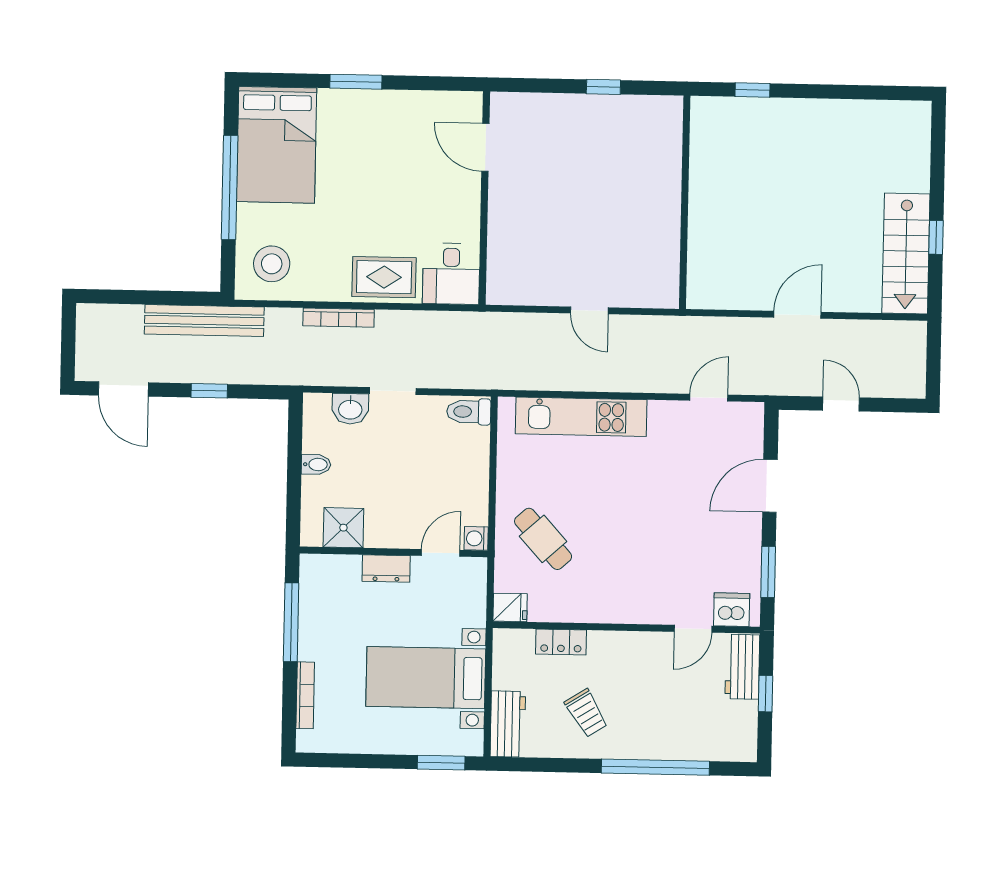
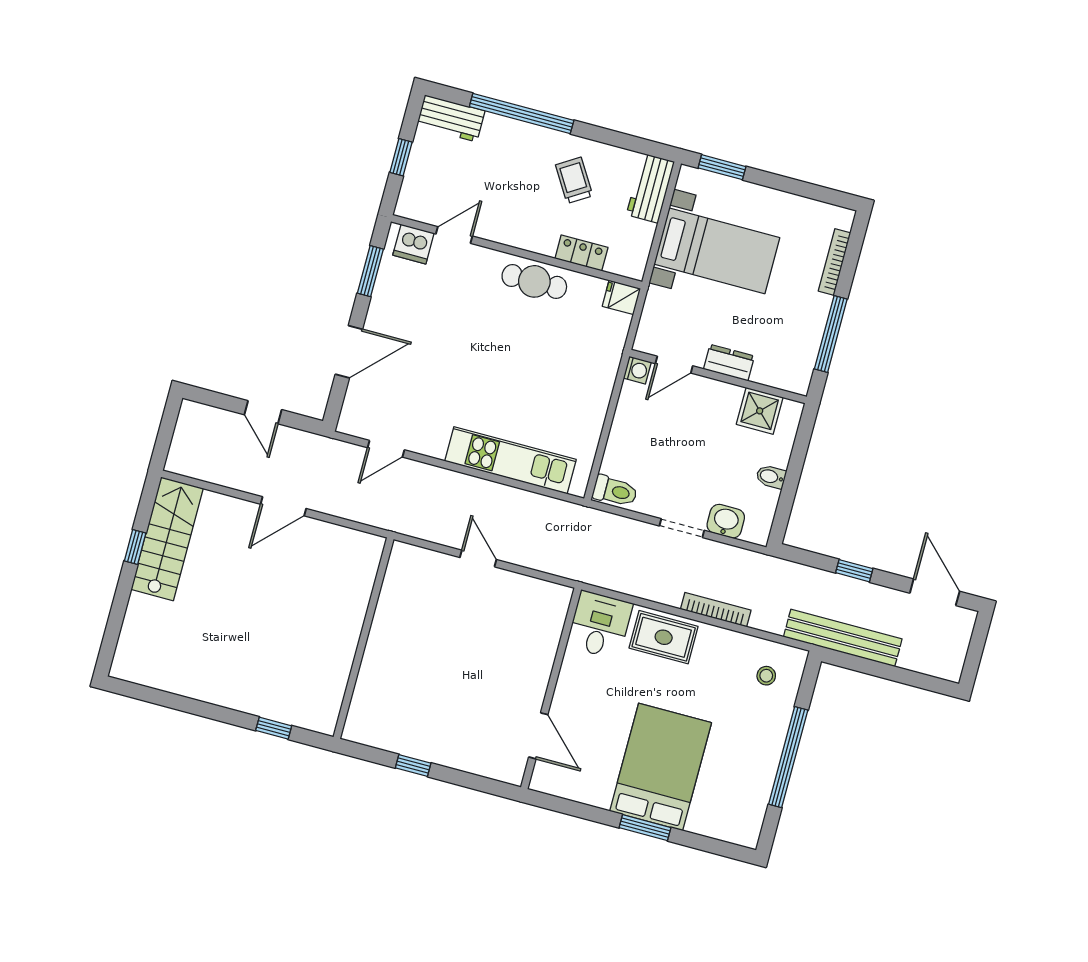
bed: (277, 145) -> (661, 767), moved
stool: (272, 264) -> (766, 676), width x0.53, depth x0.53
cafe table: (543, 539) -> (534, 281), moved, turned -48
workbench: (742, 667) -> (451, 118), moved, turned 90

